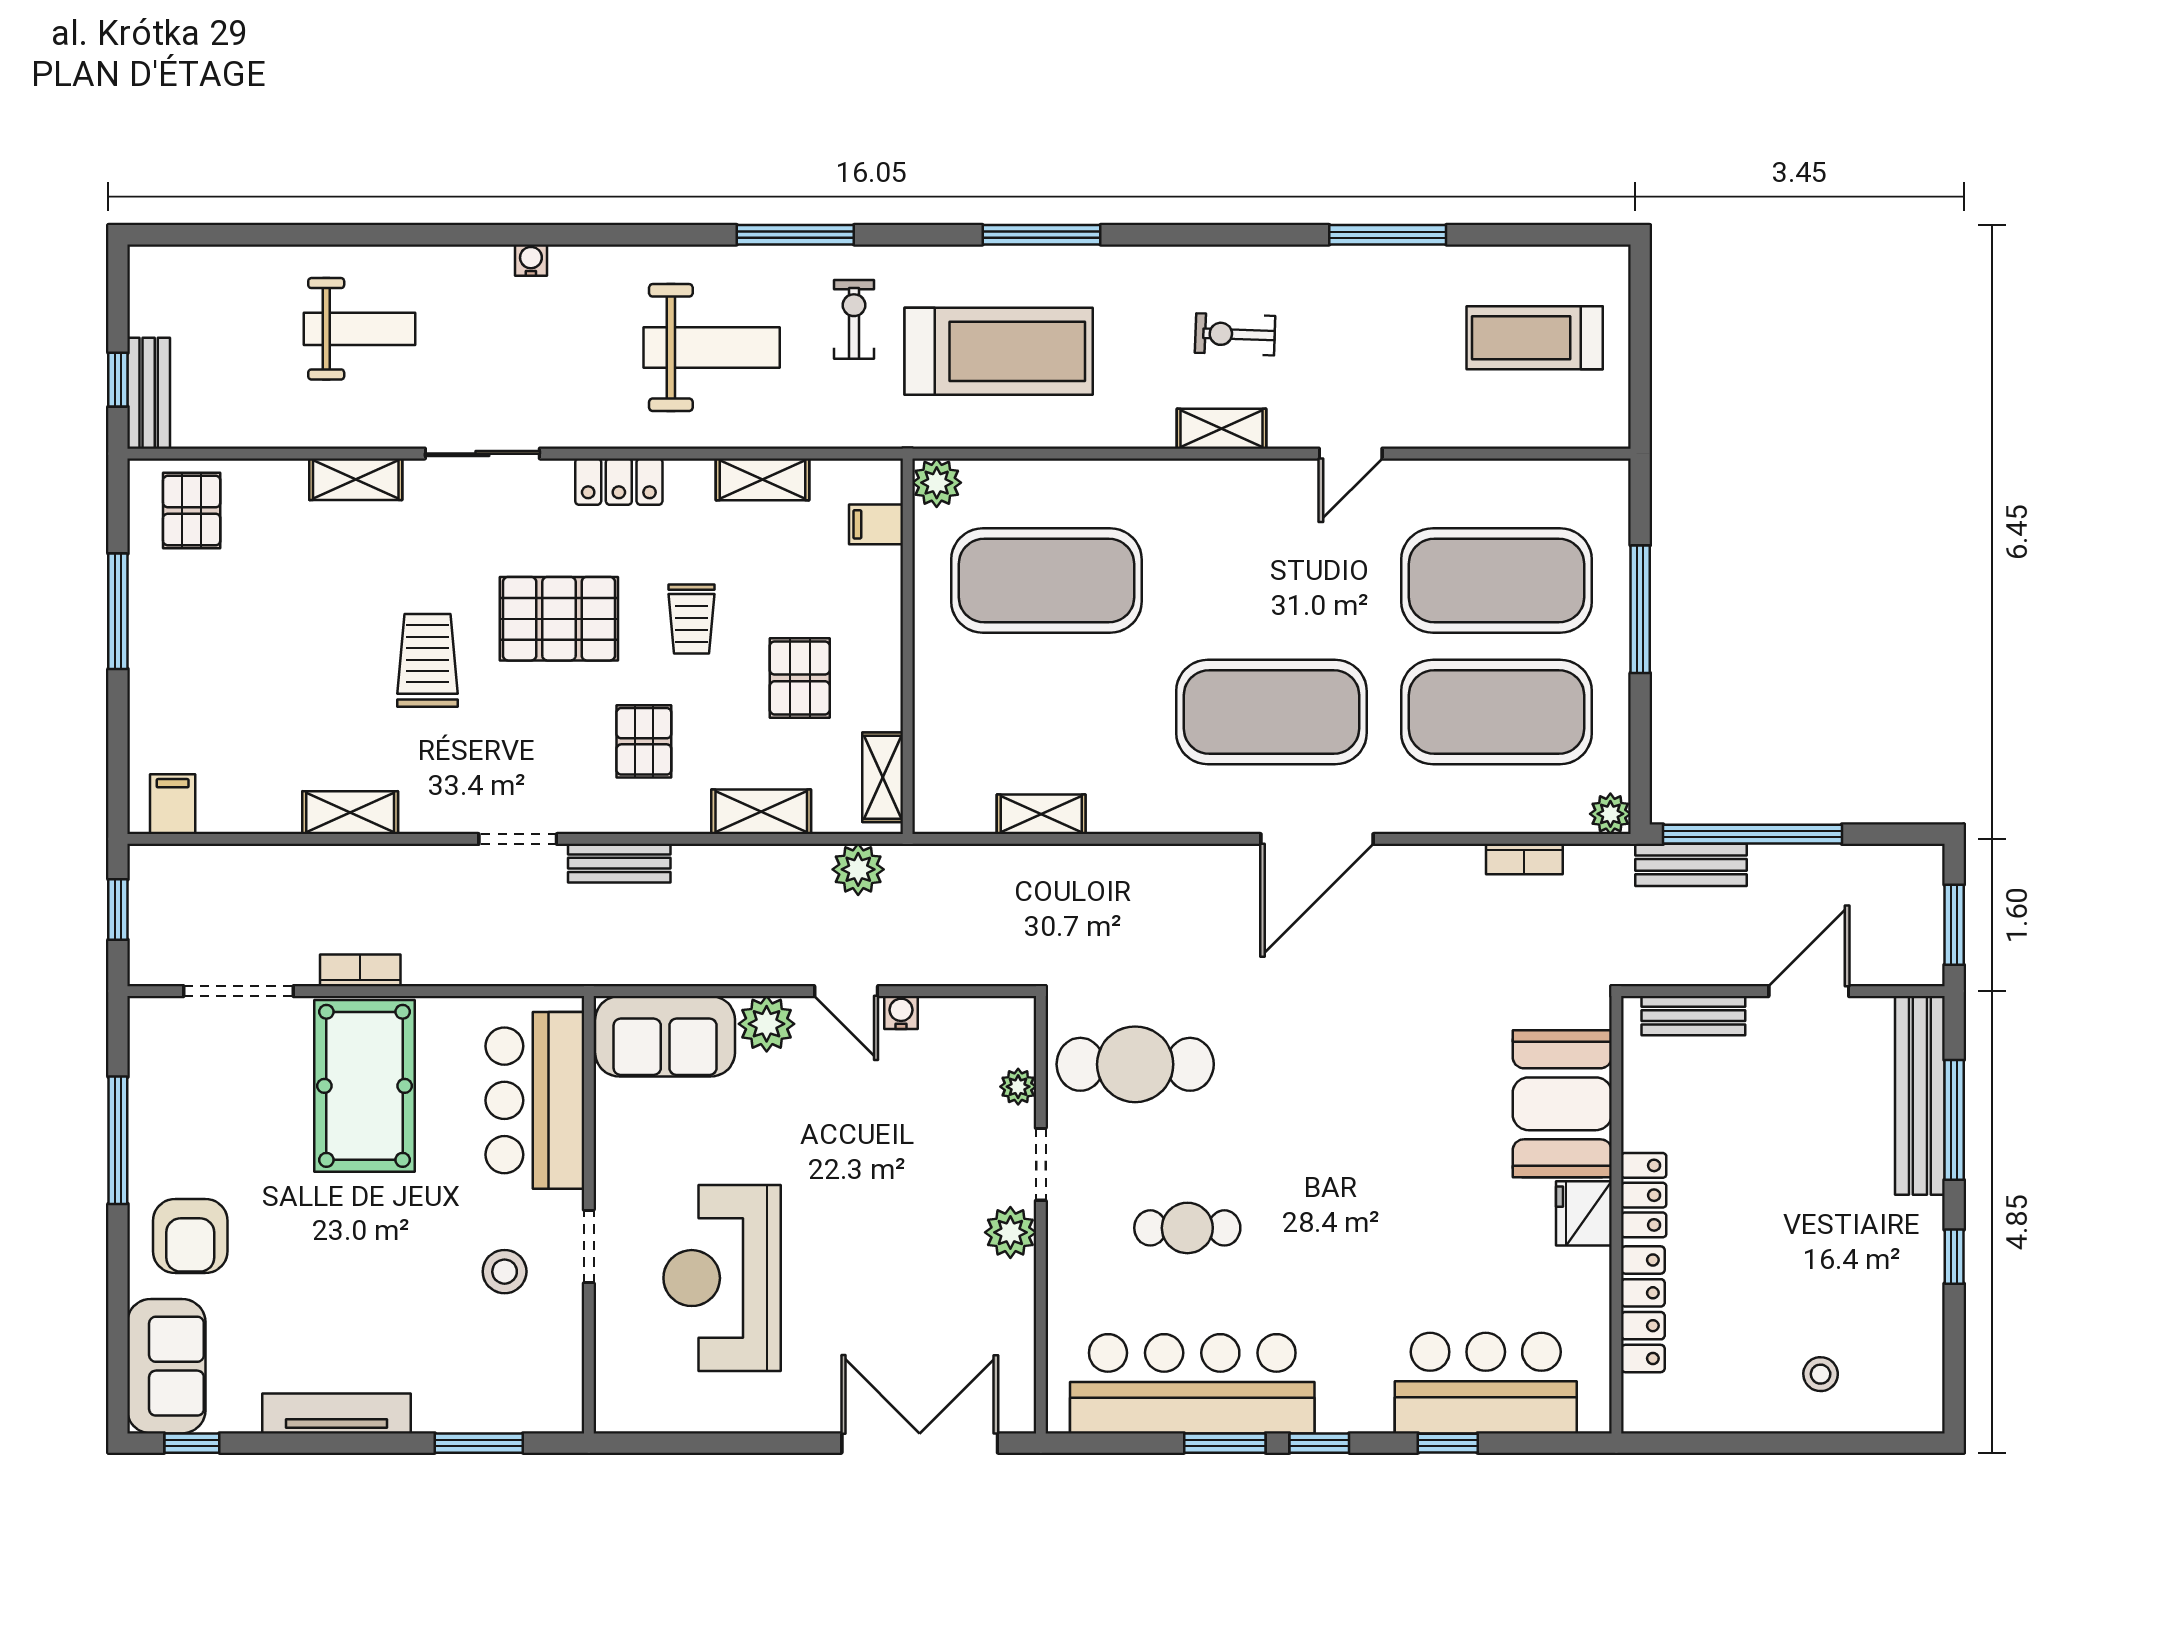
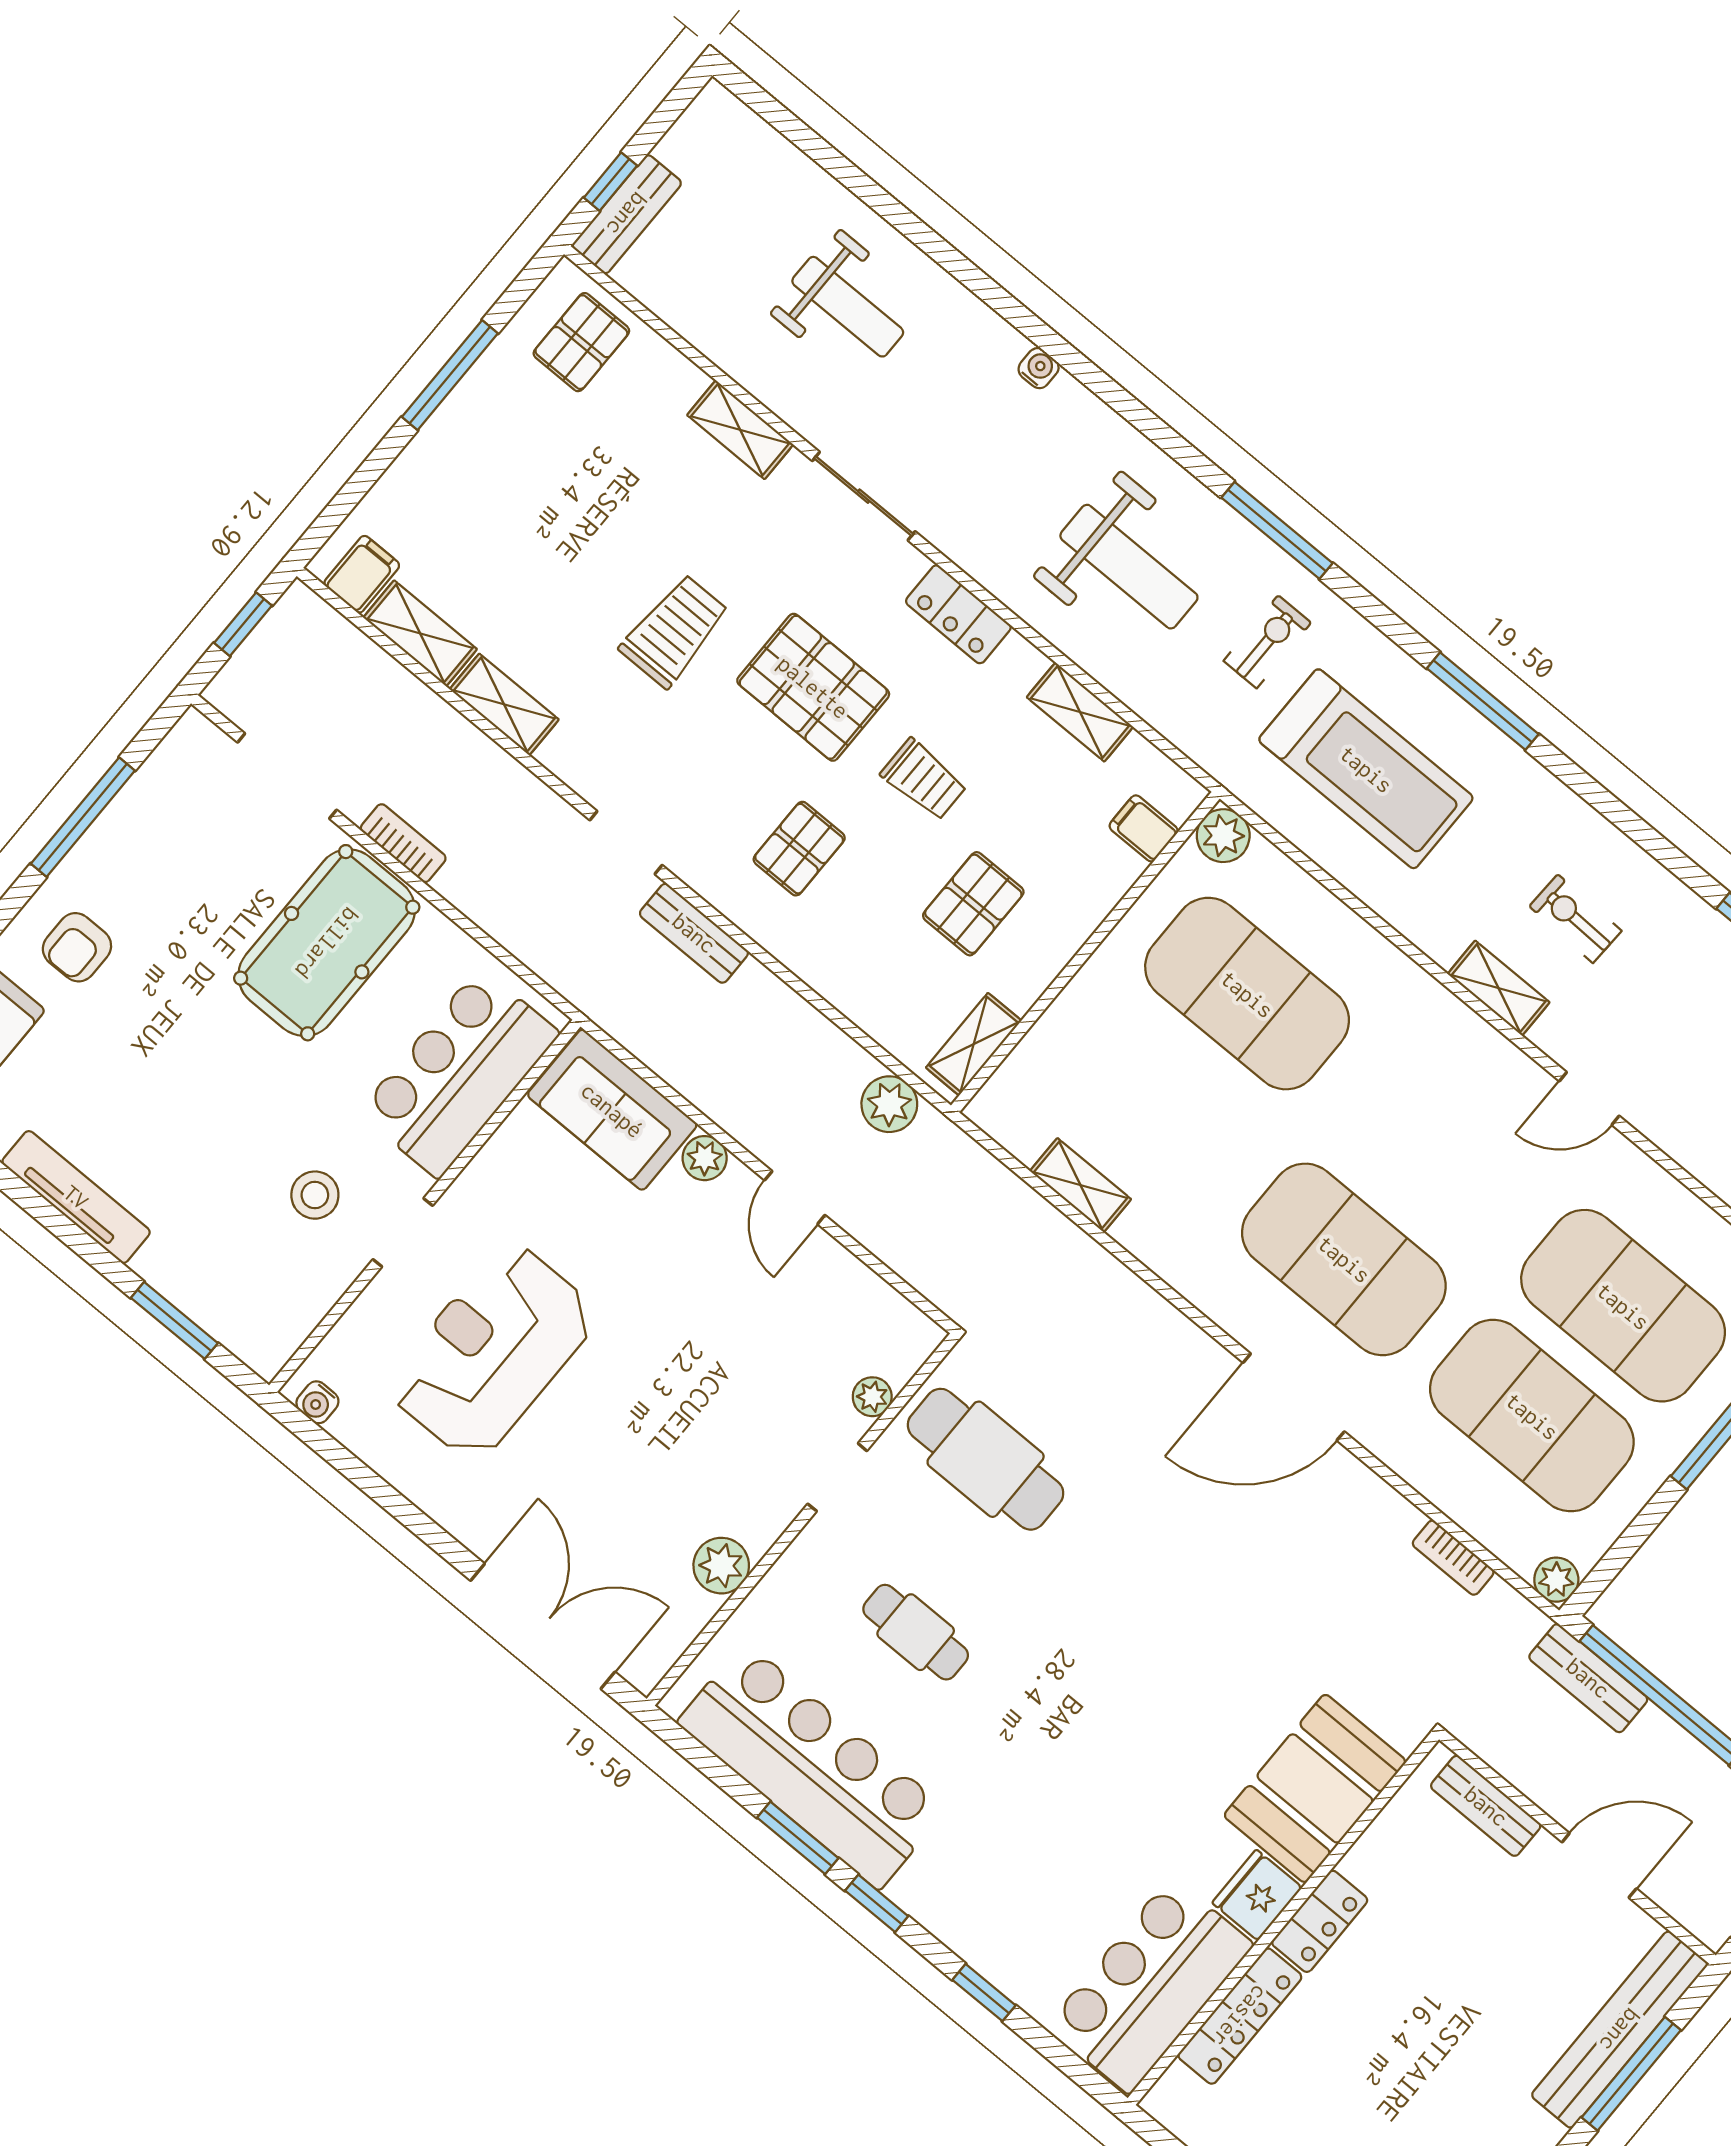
trolley: (692, 619) -> (924, 779), turned -90
shelving: (761, 812) -> (420, 633), moved
water cooler: (901, 1012) -> (317, 1402), moved, turned 180
plant: (767, 1024) -> (705, 1158), width x0.73, depth x0.73
plant: (1010, 1232) -> (721, 1566), moved
armchair: (190, 1236) -> (77, 947), width x0.72, depth x0.72
bar counter: (1486, 1383) -> (1150, 1985), moved, turned -90

